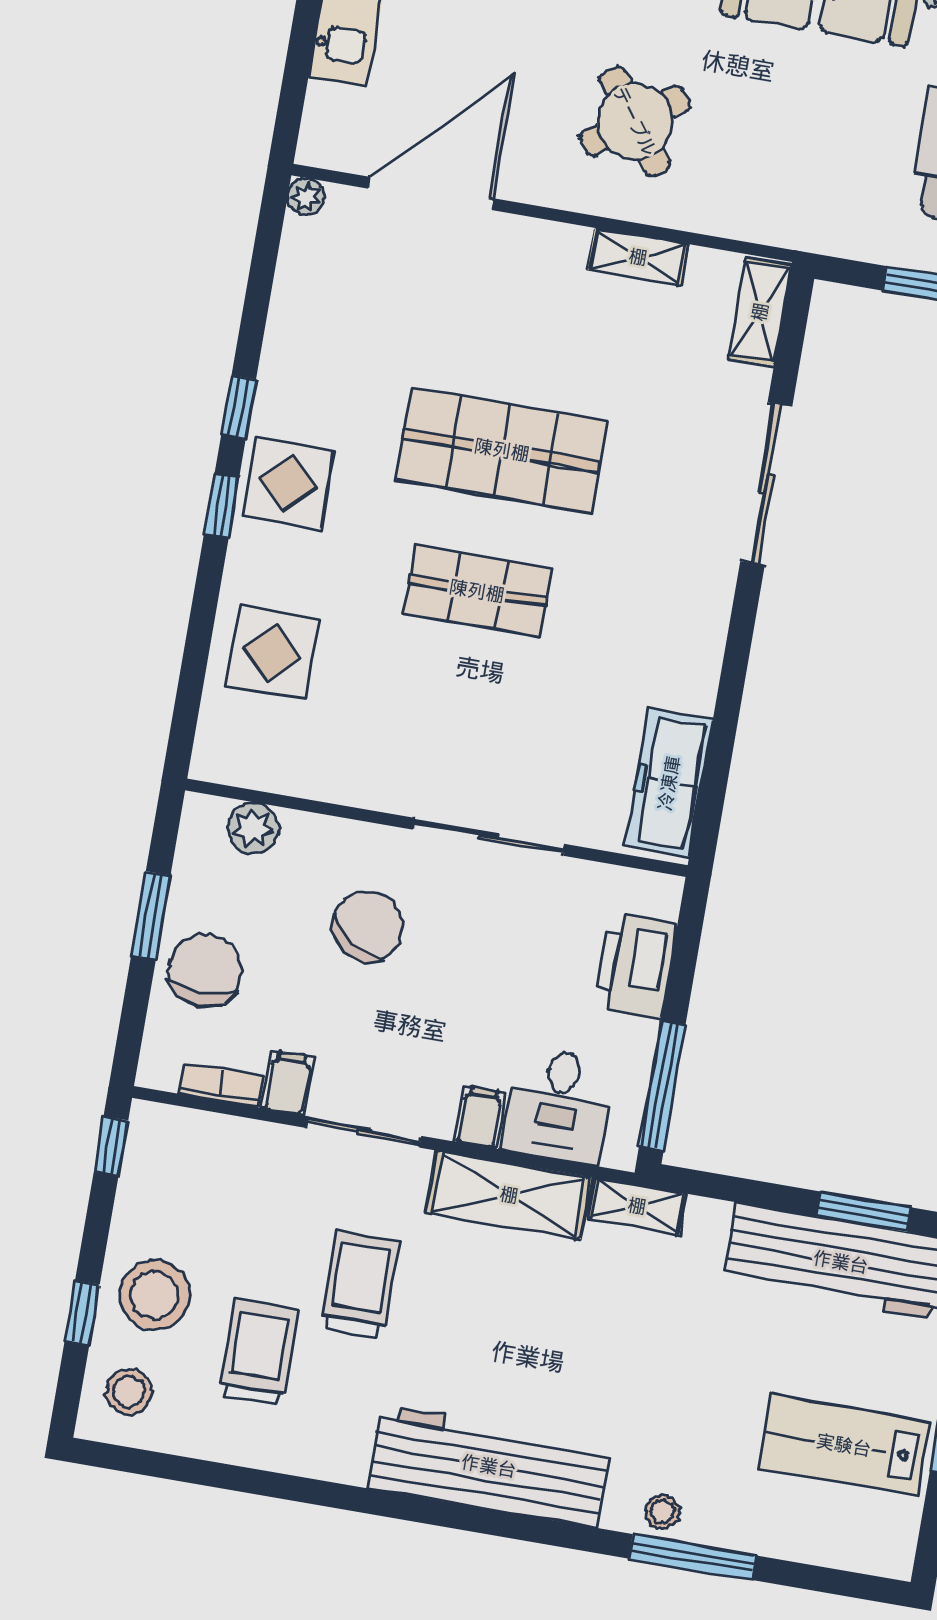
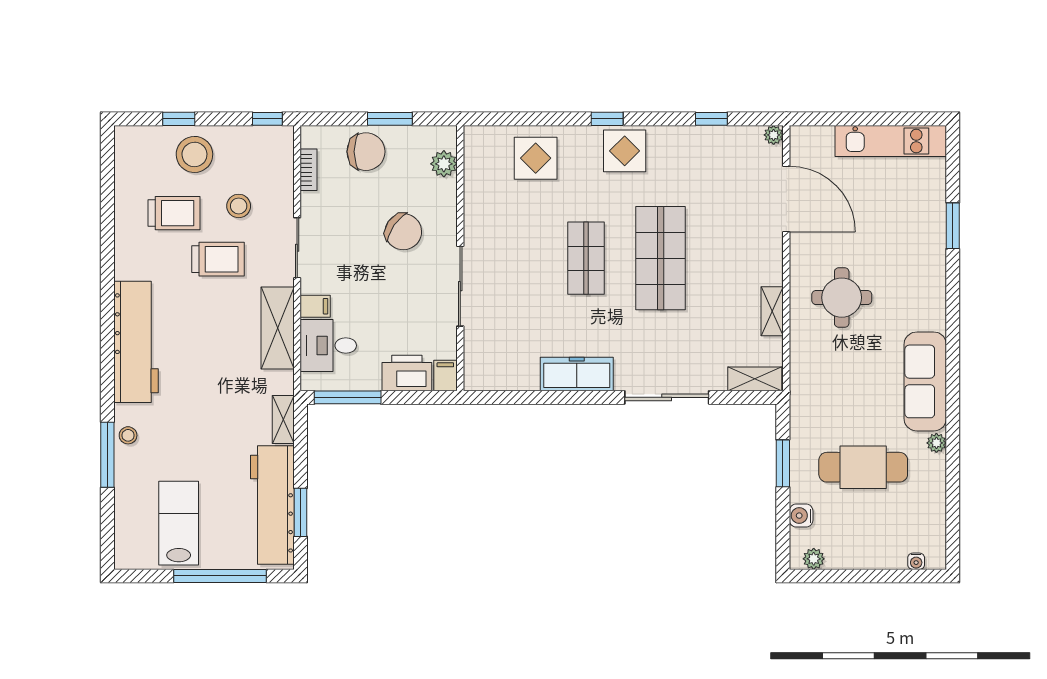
round table: (635, 121) -> (842, 298), turned 36
window: (239, 407) -> (711, 119), moved
freezer: (669, 783) -> (577, 374), moved
filing cabinet: (288, 1083) -> (445, 376), moved, turned -90
shelving: (637, 1206) -> (283, 419), moved
stool: (129, 1392) -> (239, 206), moved

